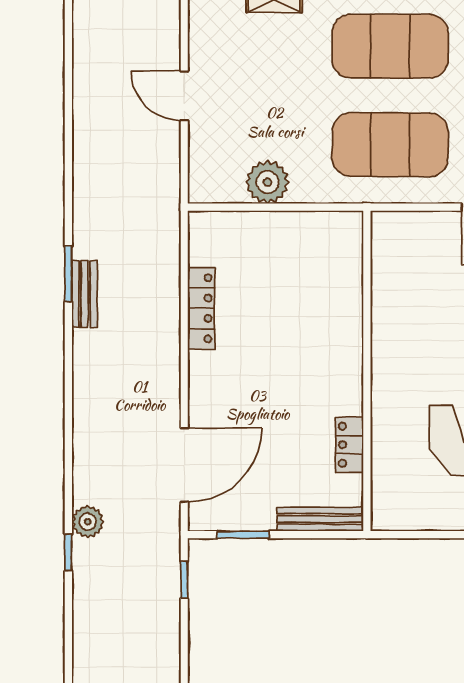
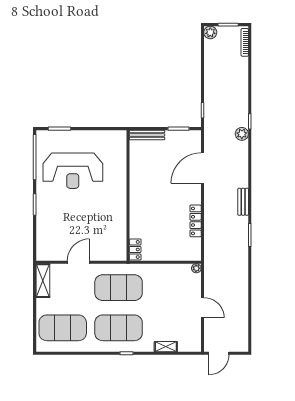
plant: (267, 182) -> (196, 268), moved, width x0.53, depth x0.53
bench: (85, 294) -> (243, 202), moved
locker: (349, 445) -> (135, 249), moved
door: (184, 465) -> (202, 168), moved

